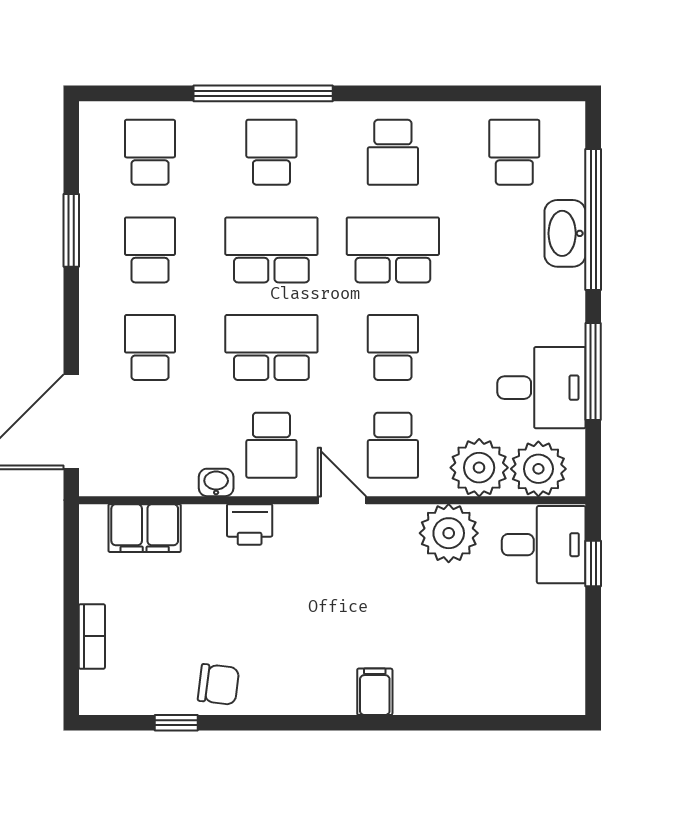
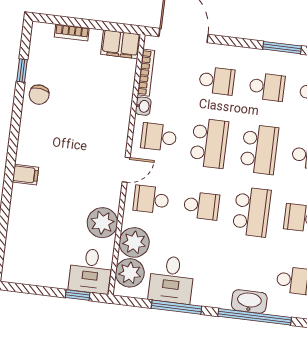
bookcase: (151, 485) -> (146, 73), added
printer: (250, 524) -> (119, 121), removed
filing cabinet: (145, 528) -> (121, 44), moved, turned -90

